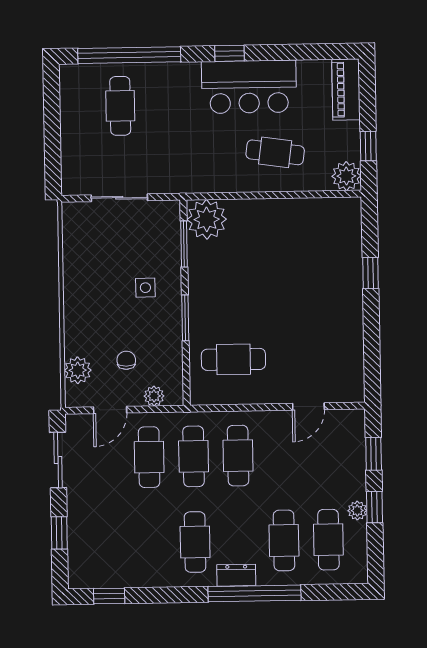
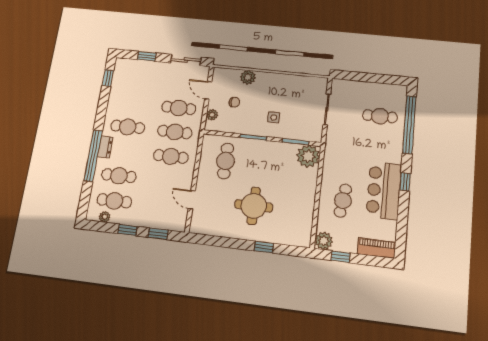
round table: (304, 300) -> (254, 206), added
plant: (78, 370) -> (248, 77), moved
plant: (357, 511) -> (105, 217), moved

